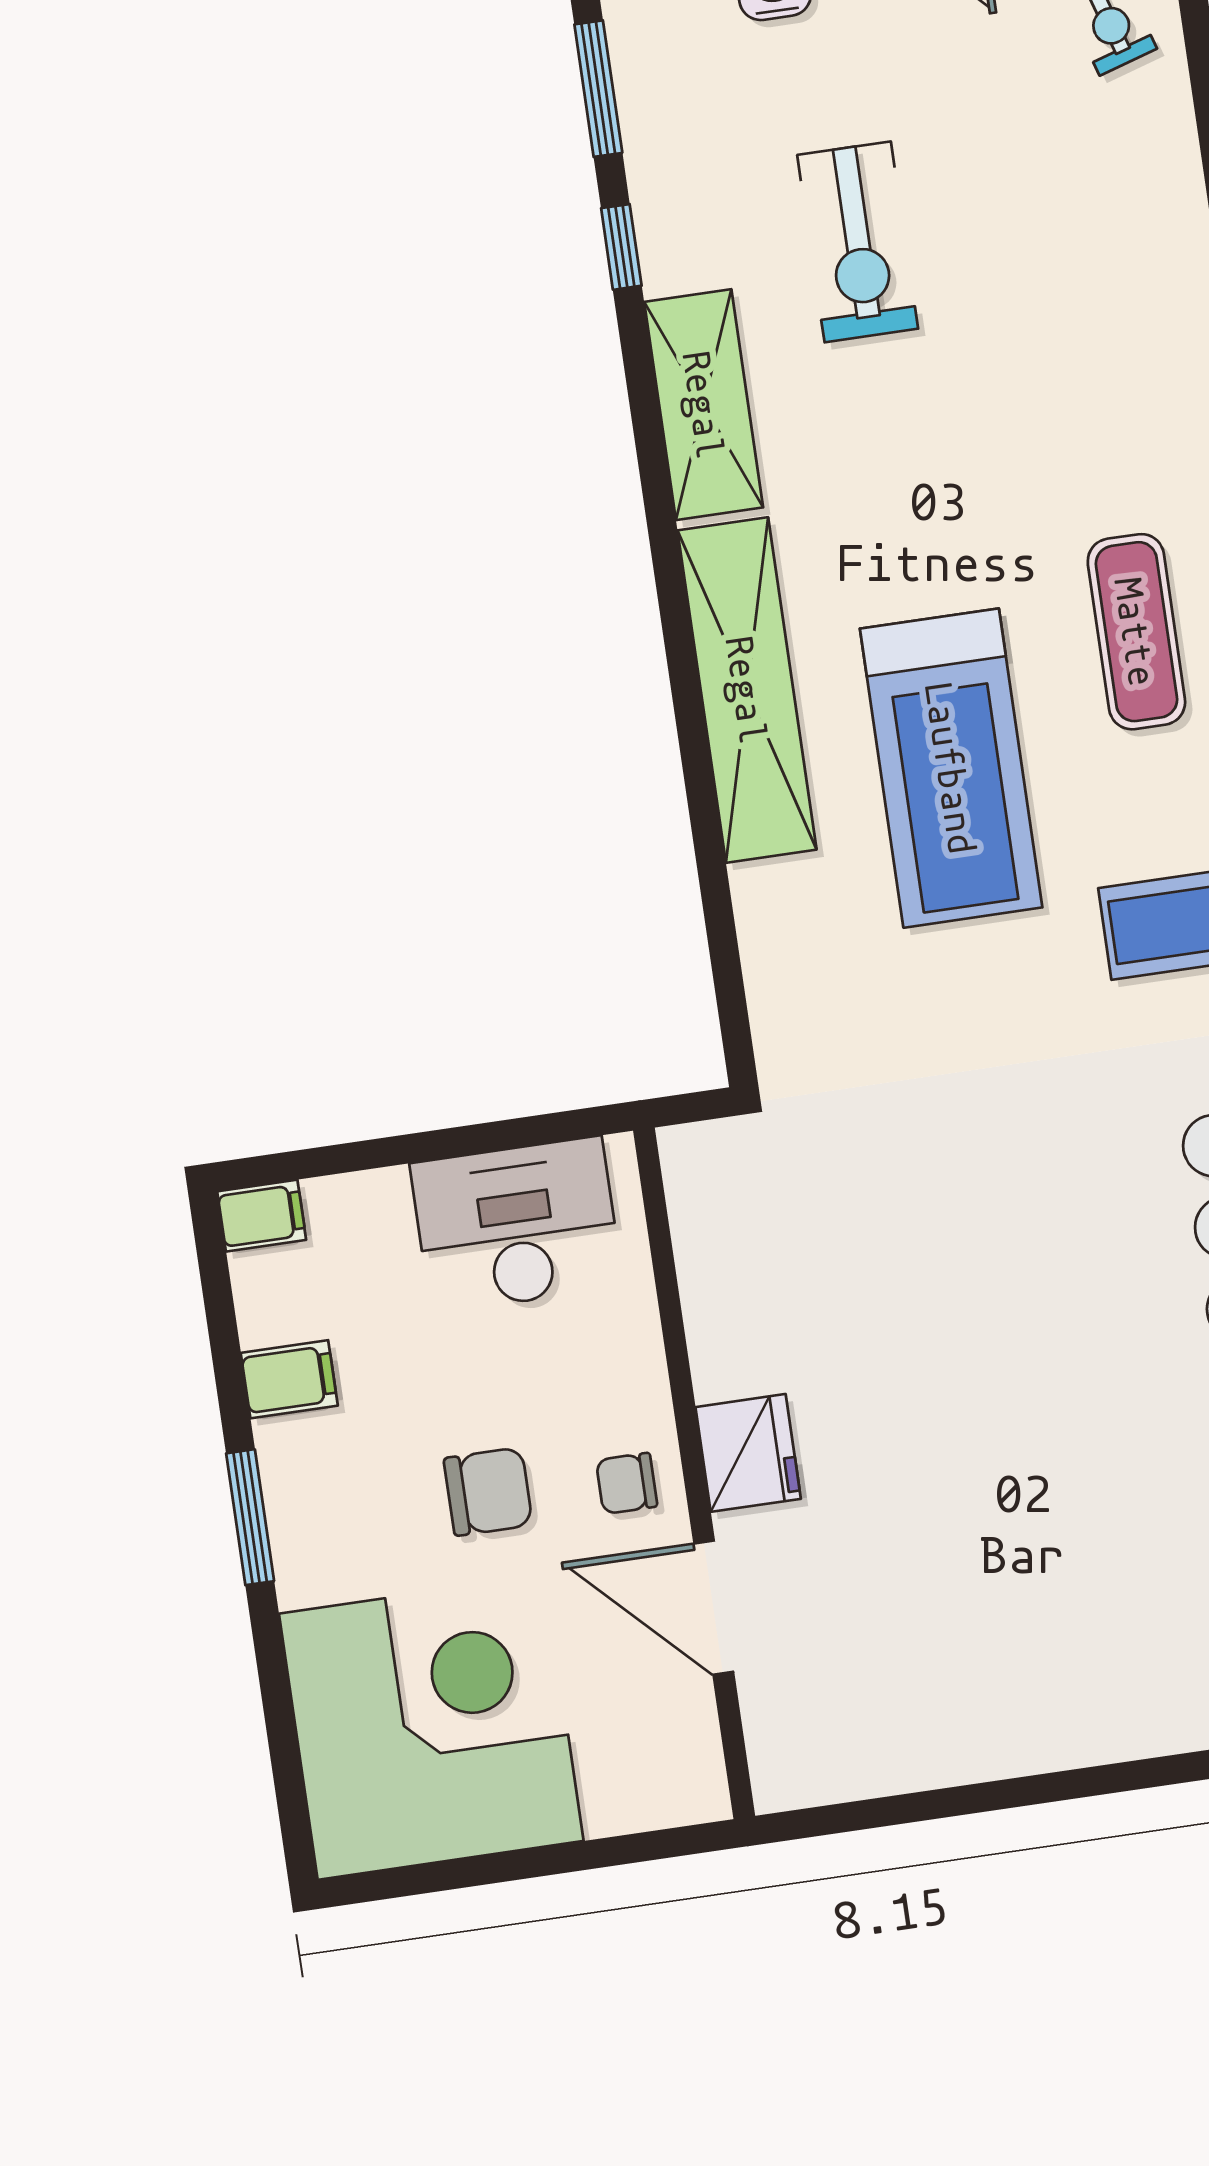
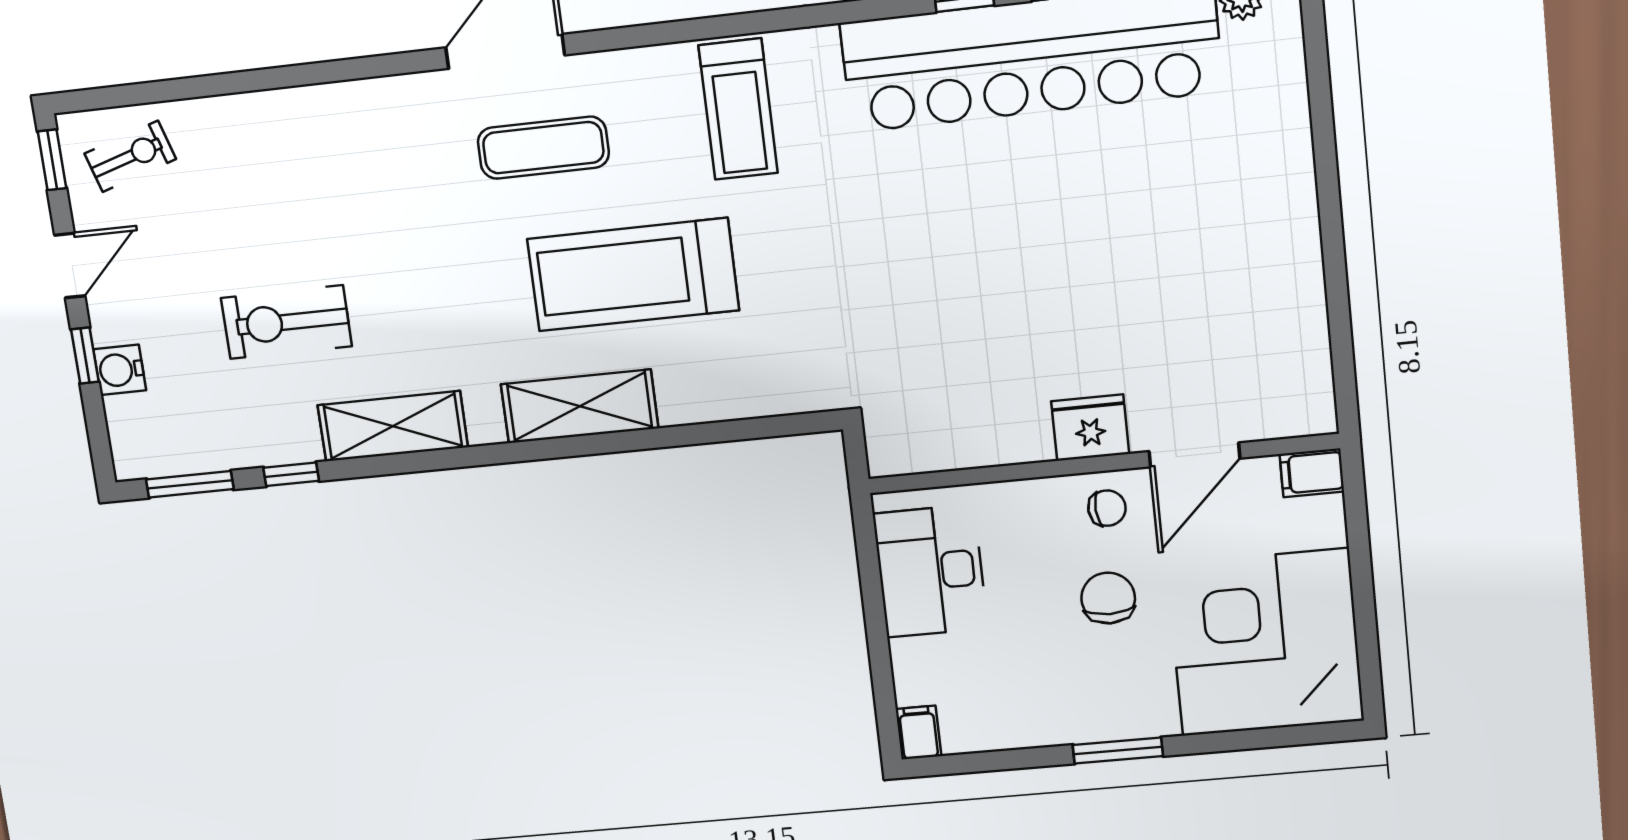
exercise bike: (858, 242) -> (286, 322), turned 180
shelving: (747, 690) -> (580, 406), width x0.68
treadmill: (951, 768) -> (633, 275), turned 180
filing cabinet: (289, 1379) -> (1312, 473), moved, turned -90
chair: (627, 1483) -> (1107, 508), turned -94

